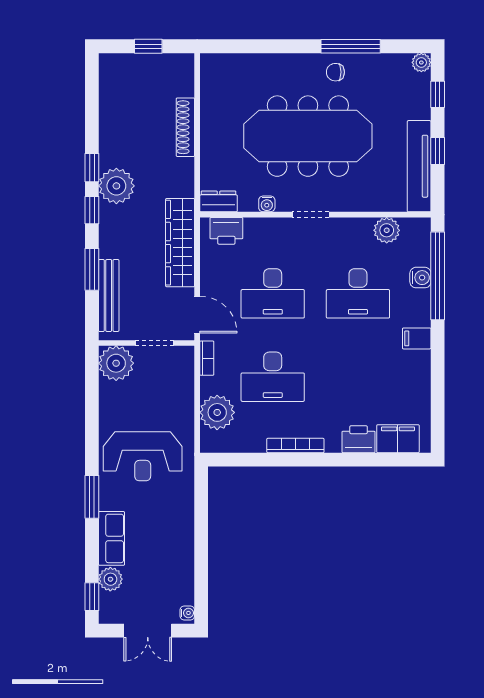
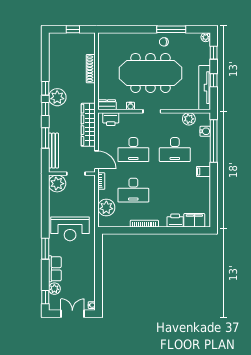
water cooler: (420, 278) -> (205, 131), moved
double door: (148, 631) -> (72, 314), swing flipped

